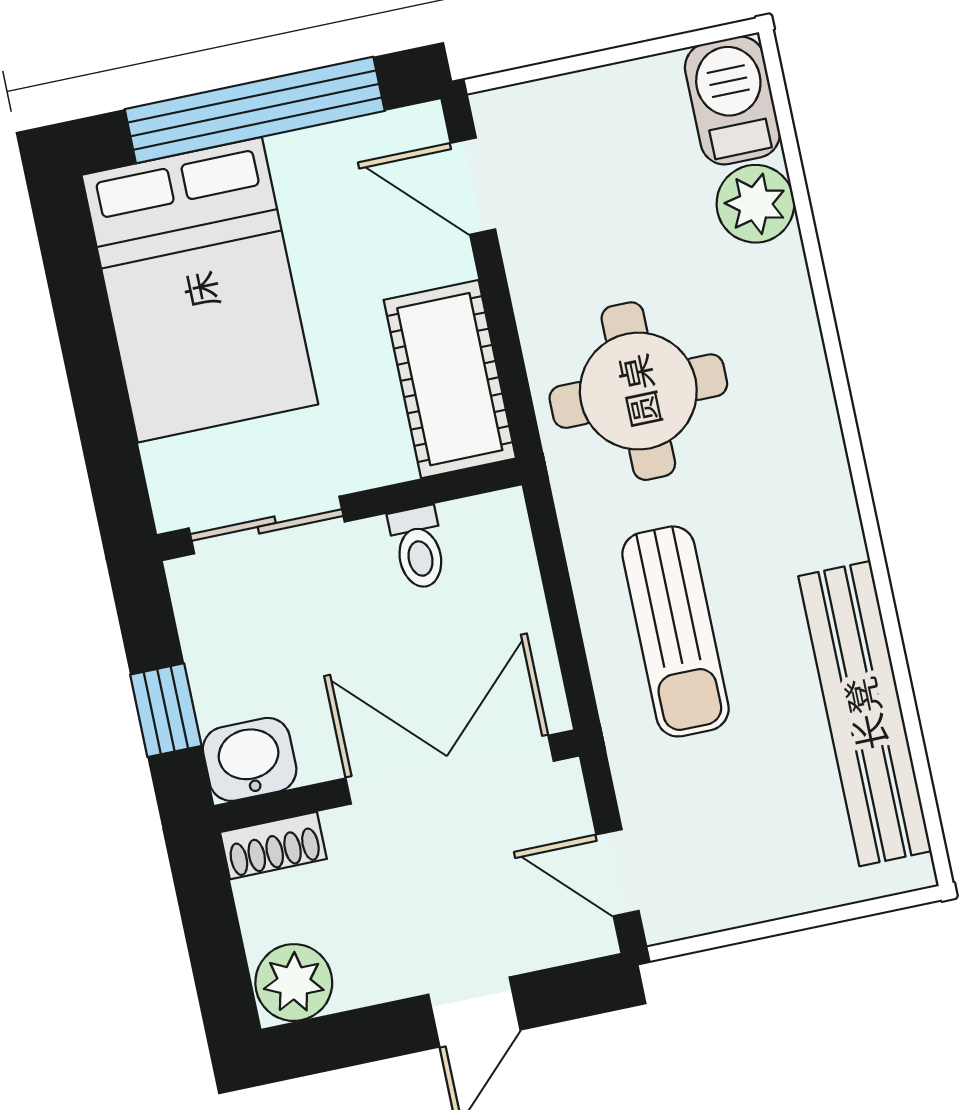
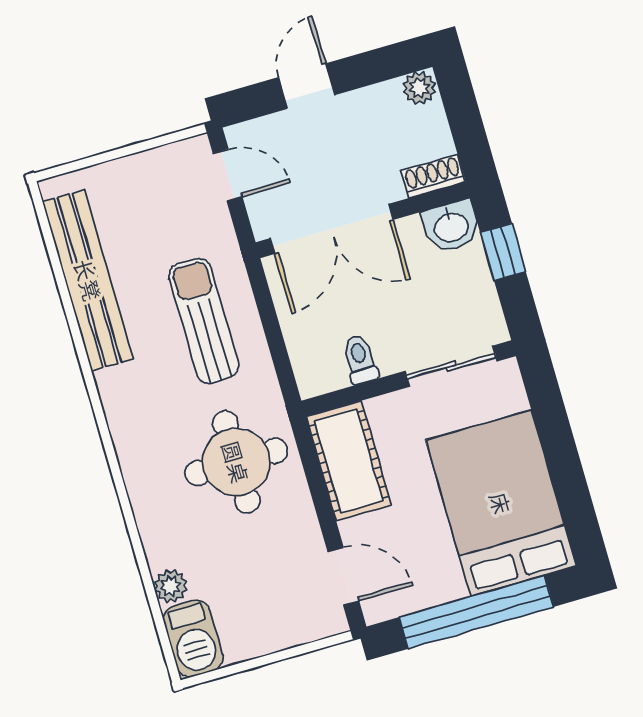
plant: (755, 204) -> (171, 586), width x0.73, depth x0.73
plant: (294, 983) -> (419, 88), width x0.73, depth x0.73

